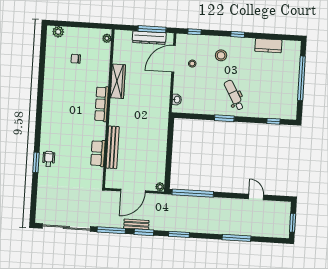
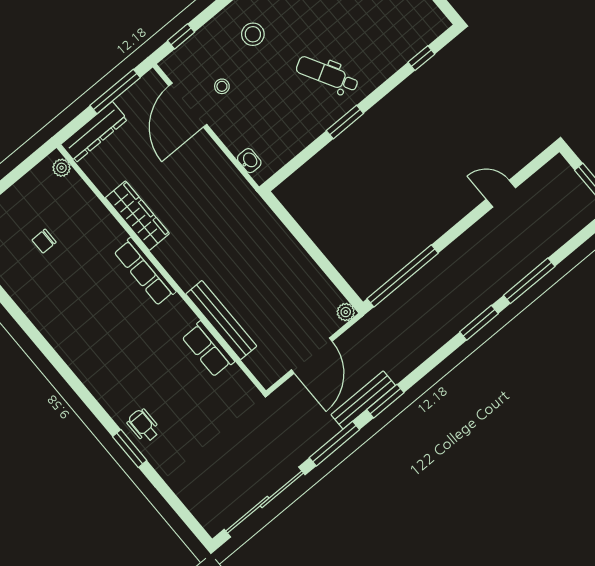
dresser: (149, 38) -> (94, 132), moved
bench: (136, 224) -> (363, 400), width x1.36
window: (179, 234) -> (479, 323), moved

